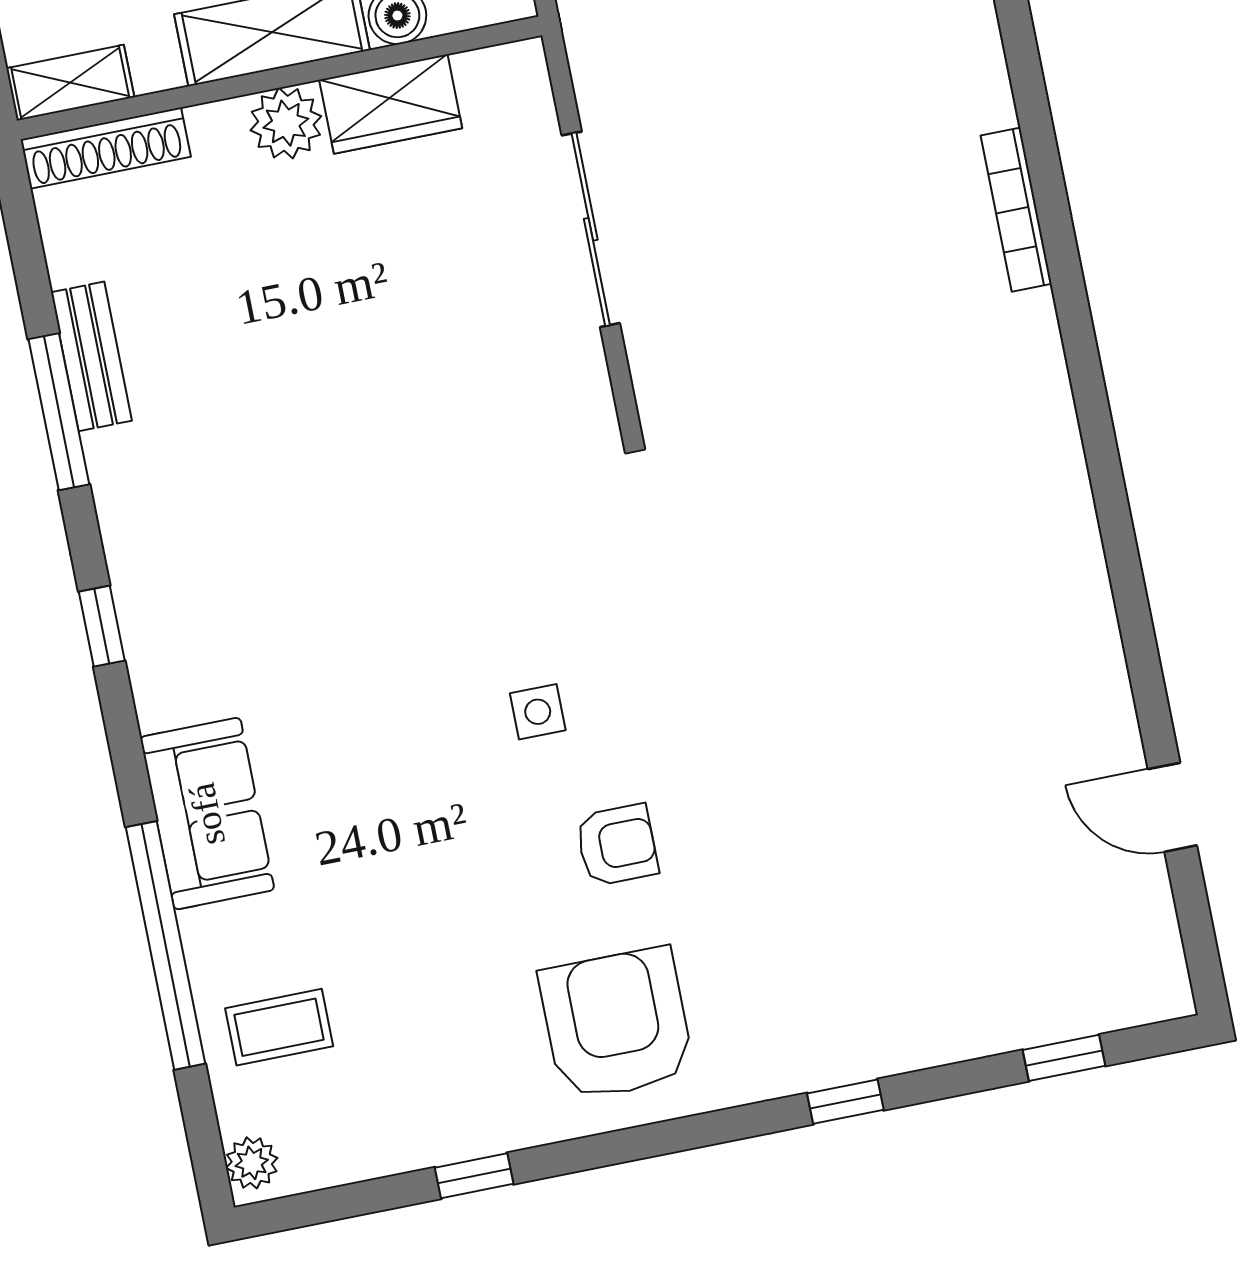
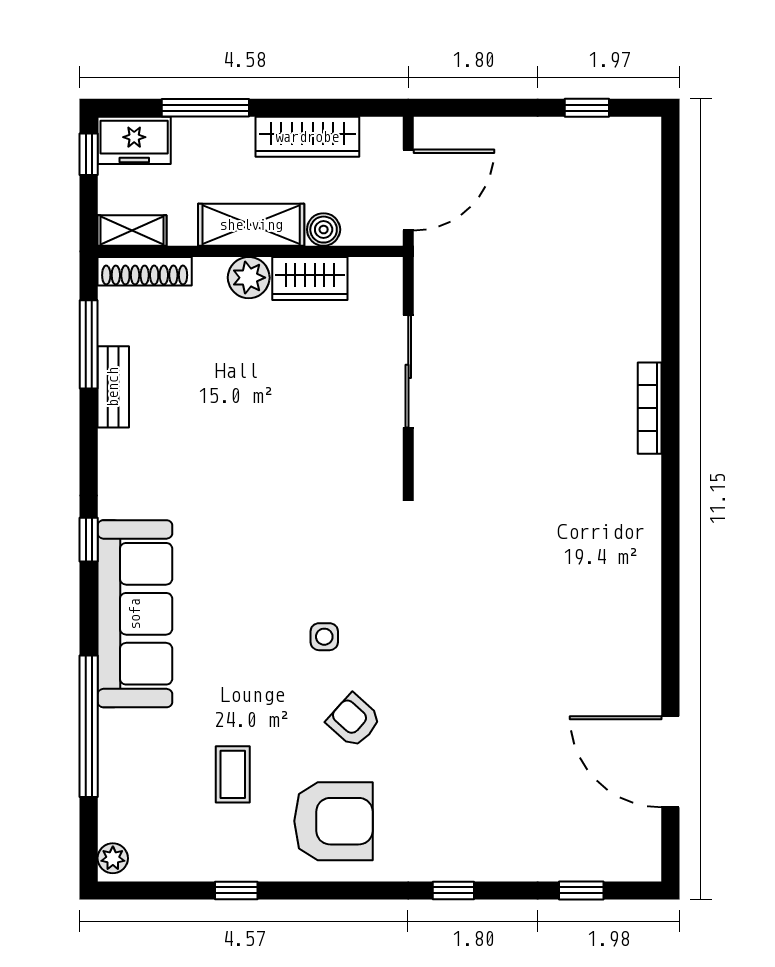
window: (59, 412) -> (89, 344), moved
door: (1172, 807) -> (670, 762), width x1.87
sofa: (207, 814) -> (135, 614), width x1.85, depth x1.27
armchair: (617, 845) -> (354, 721), turned -138
armchair: (617, 1024) -> (334, 821), turned 90
coffee table: (279, 1027) -> (233, 774), moved, turned 90

